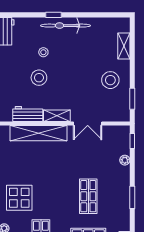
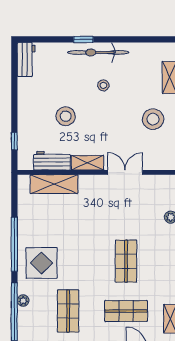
stool: (43, 52) -> (103, 85), moved
double door: (88, 124) -> (125, 172), swing flipped
shelving: (38, 133) -> (54, 184), width x0.68

